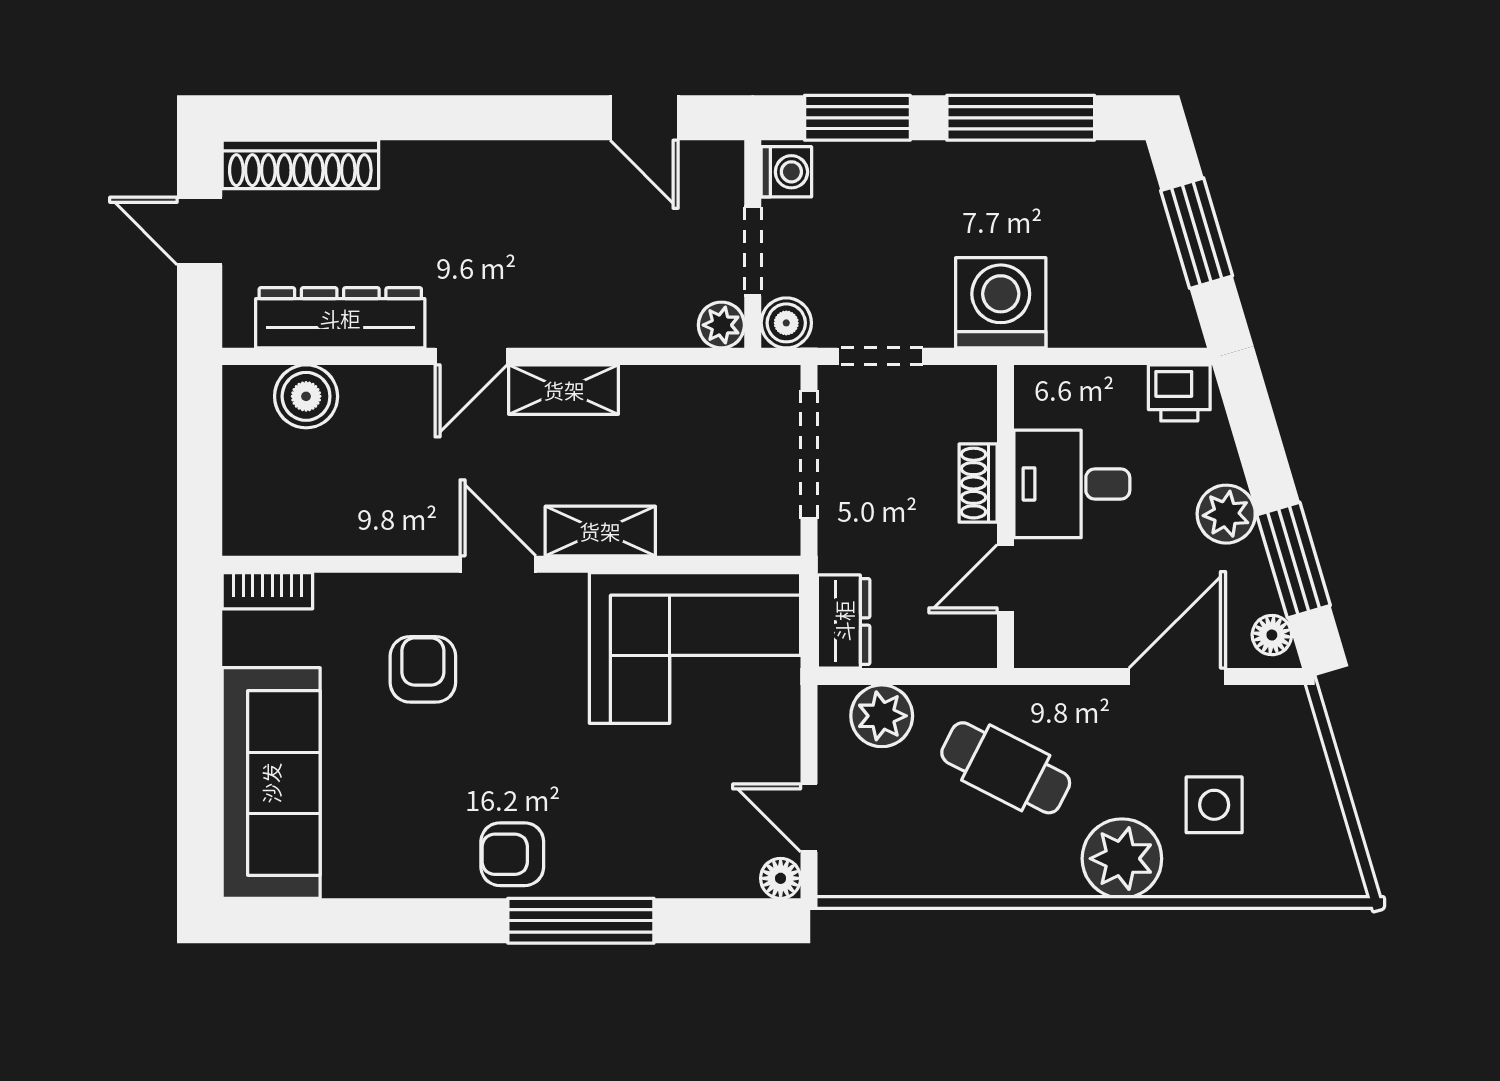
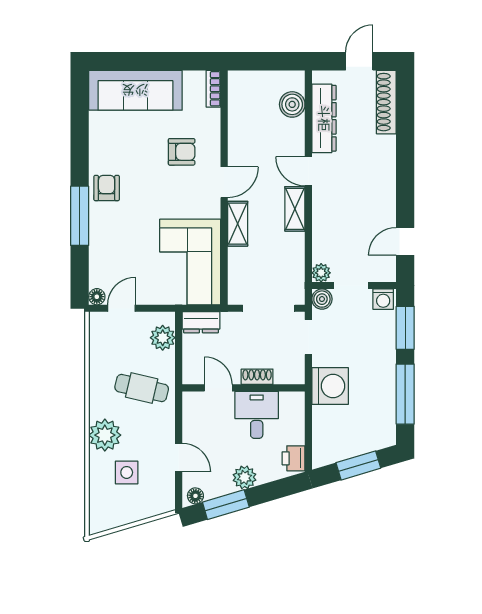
door: (1177, 677) -> (179, 458), width x0.73
cafe table: (1006, 768) -> (142, 388), turned 76

